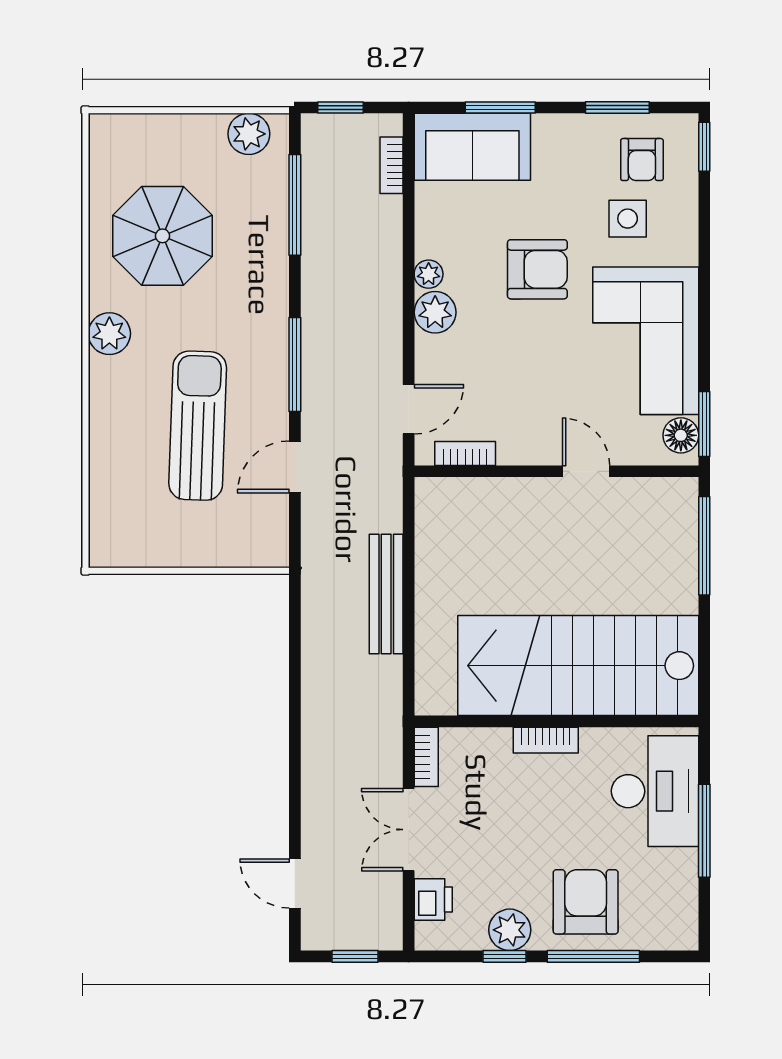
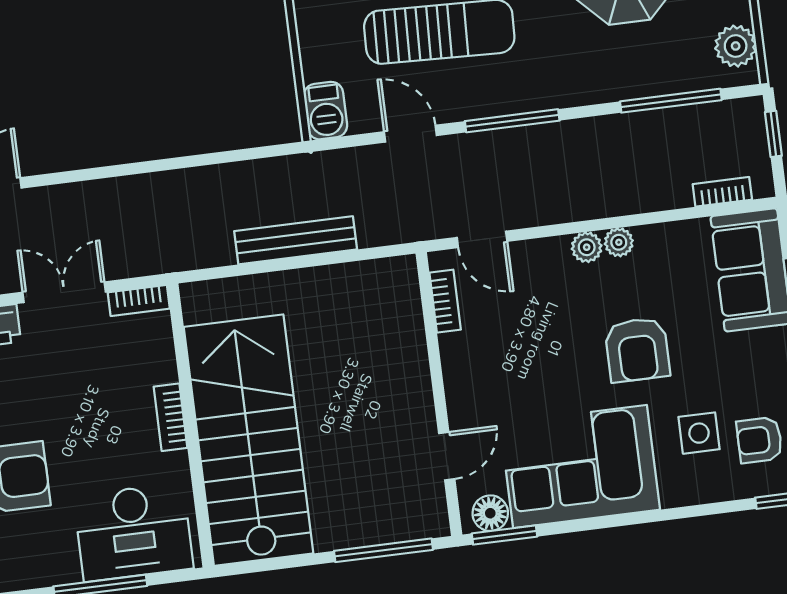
plant: (435, 312) -> (587, 247), width x0.73, depth x0.73
door: (586, 471) -> (447, 456), moved
barbecue: (261, 548) -> (325, 111), added

